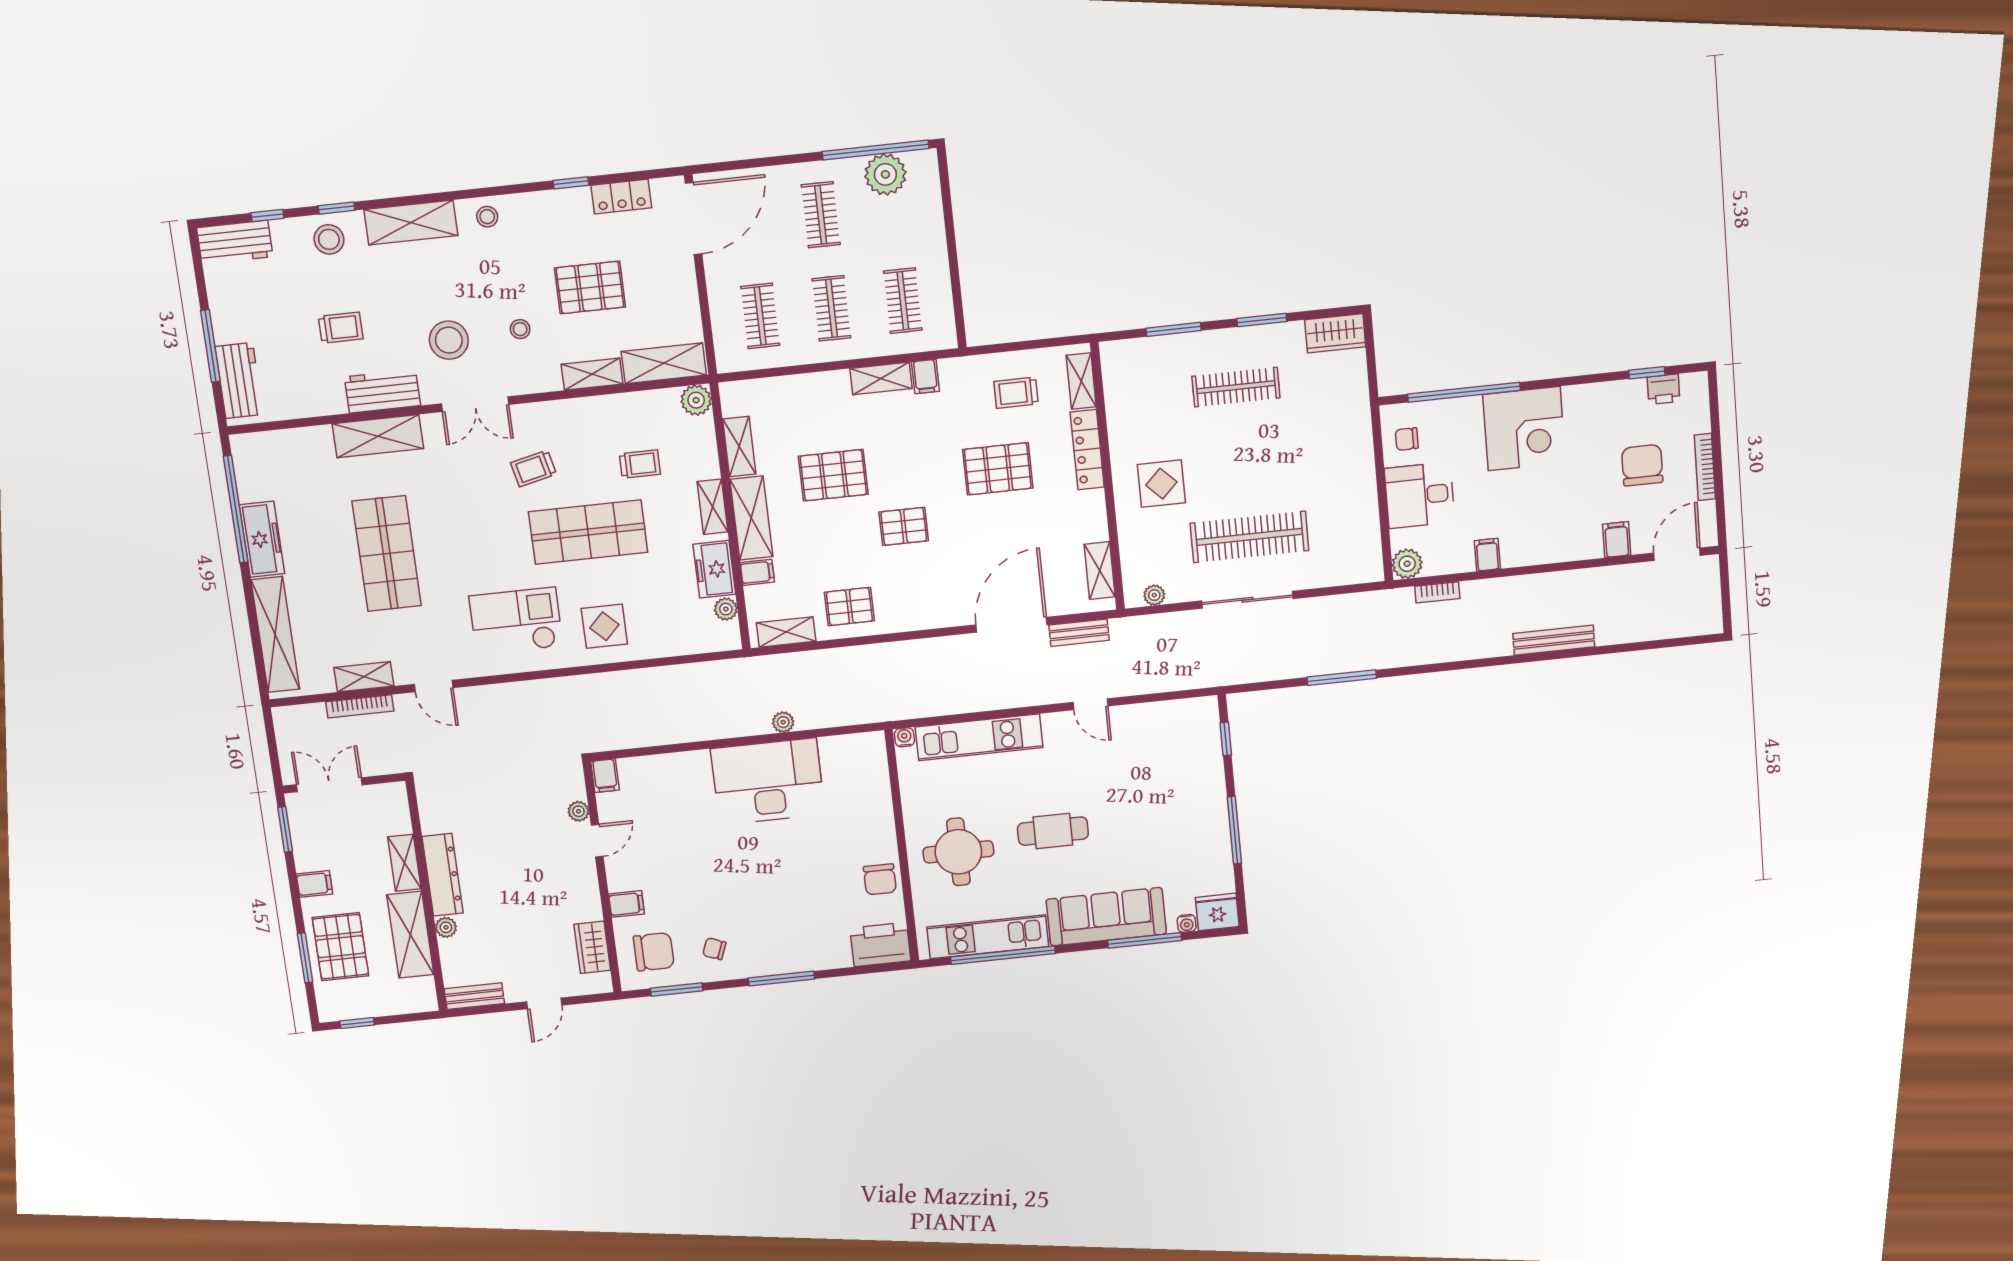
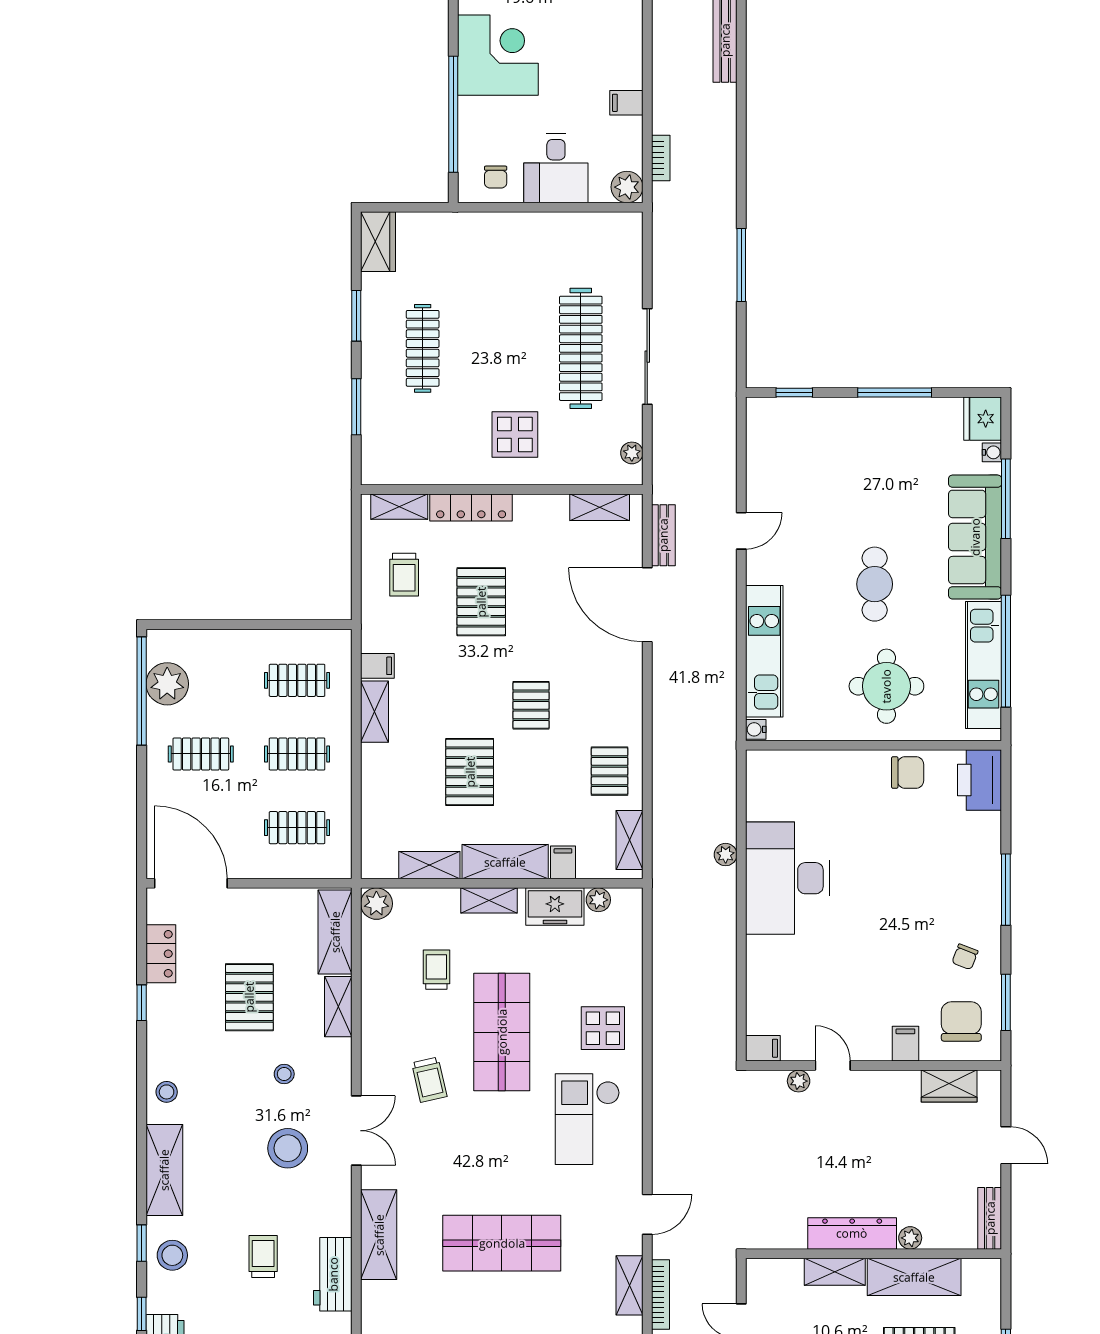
workbench: (382, 391) -> (333, 1274), moved

